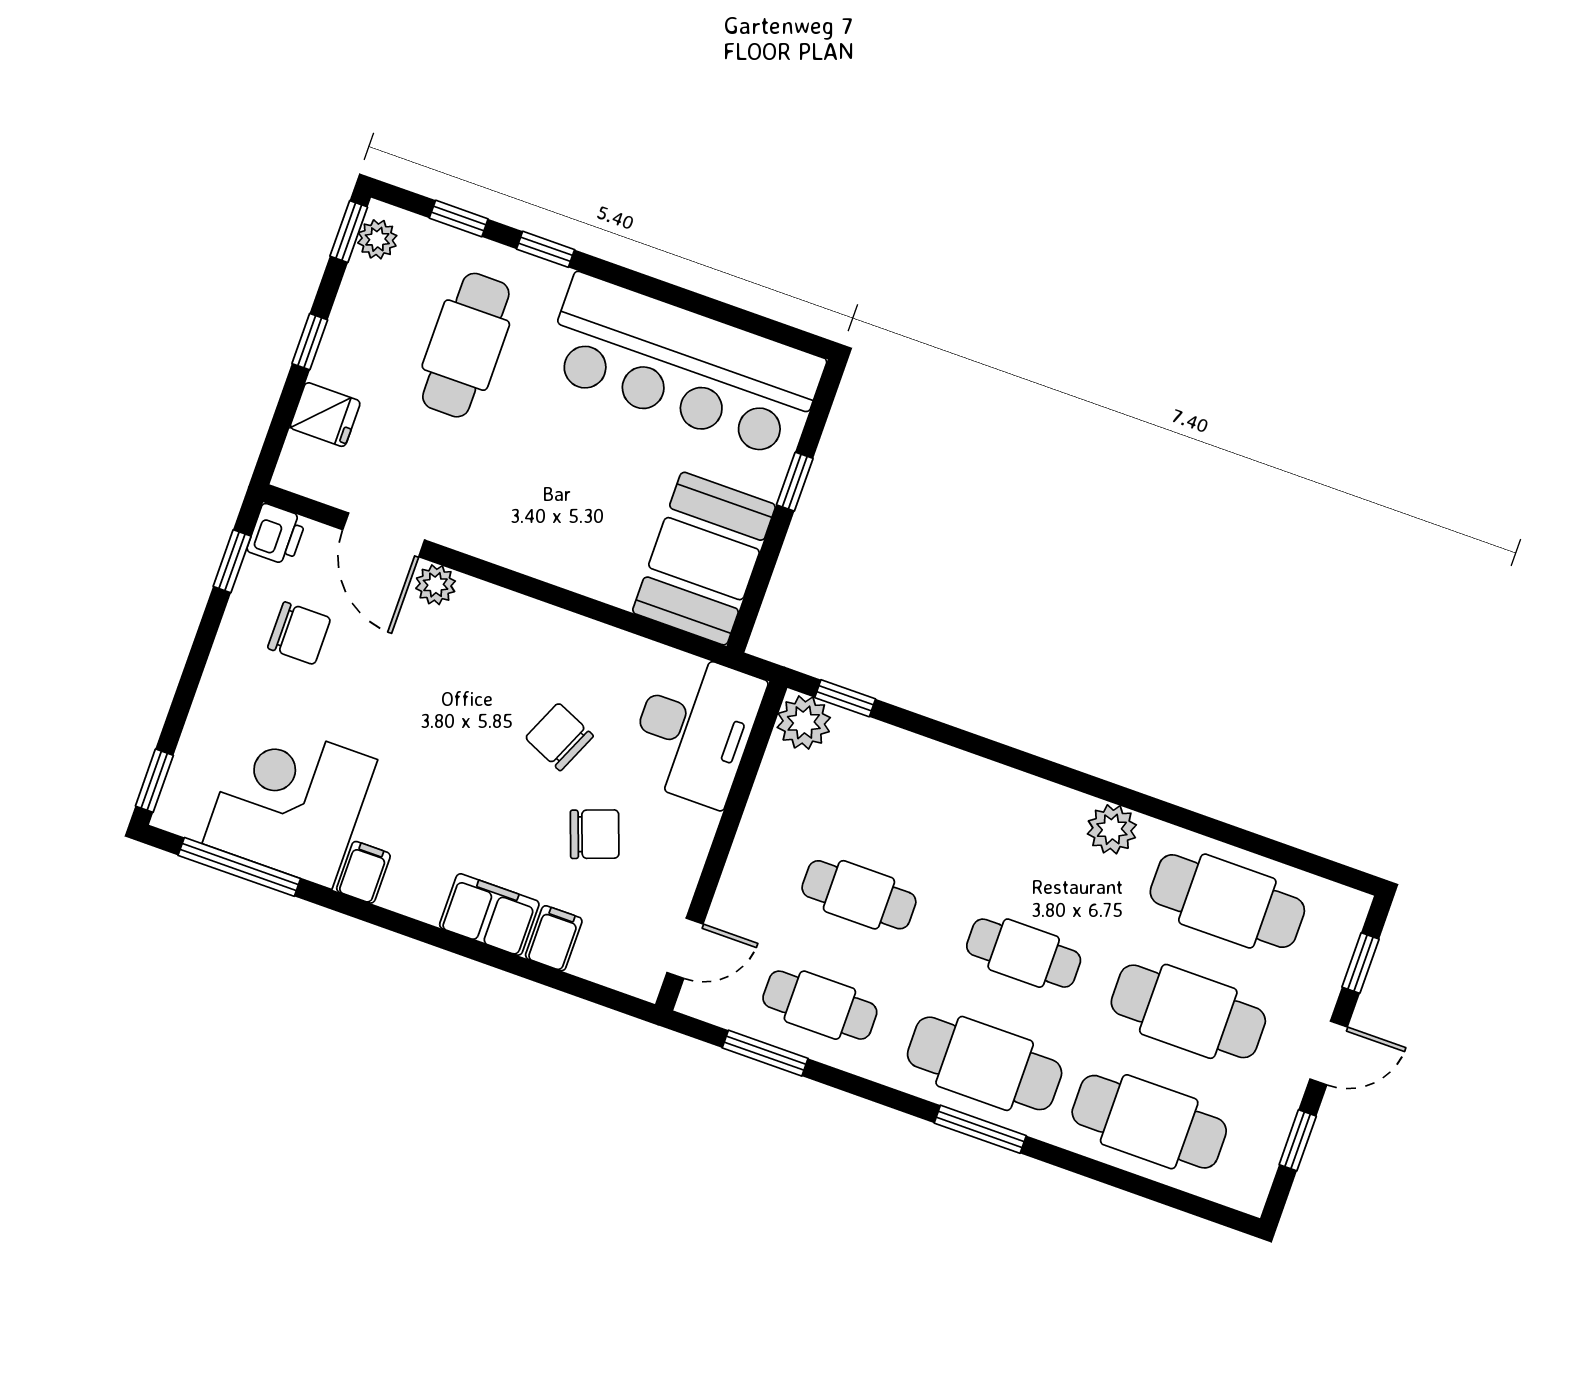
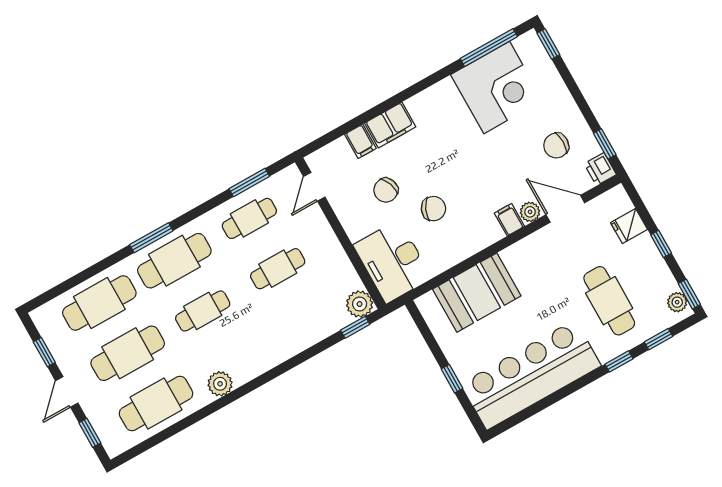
booth: (704, 559) -> (477, 293), moved, turned 90
filing cabinet: (363, 872) -> (509, 220), moved, turned 180

